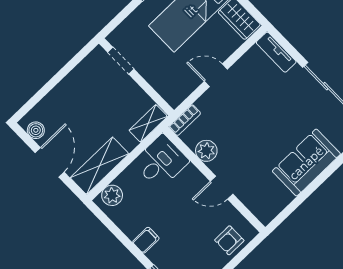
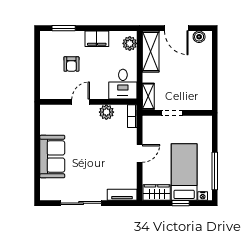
doorway: (121, 61) -> (172, 113), moved
filing cabinet: (146, 240) -> (97, 39), width x2.00
armchair: (229, 240) -> (71, 64), moved, turned 180

